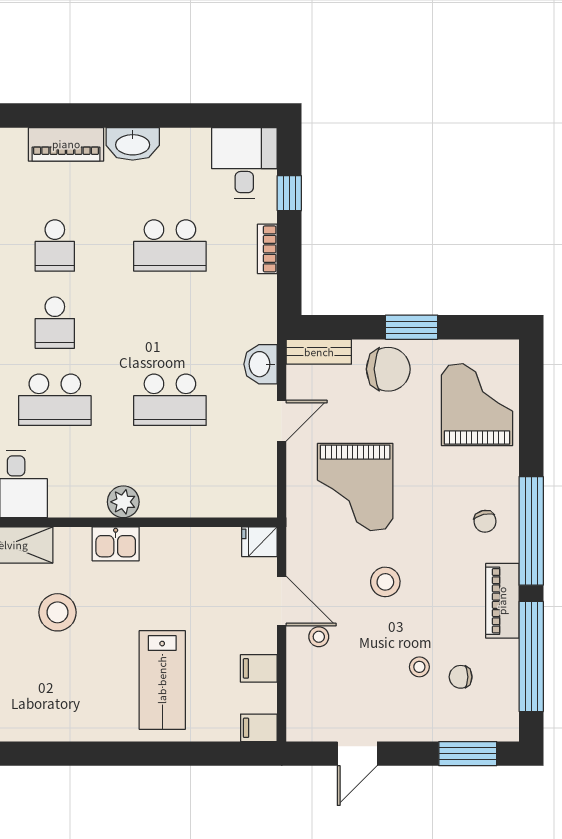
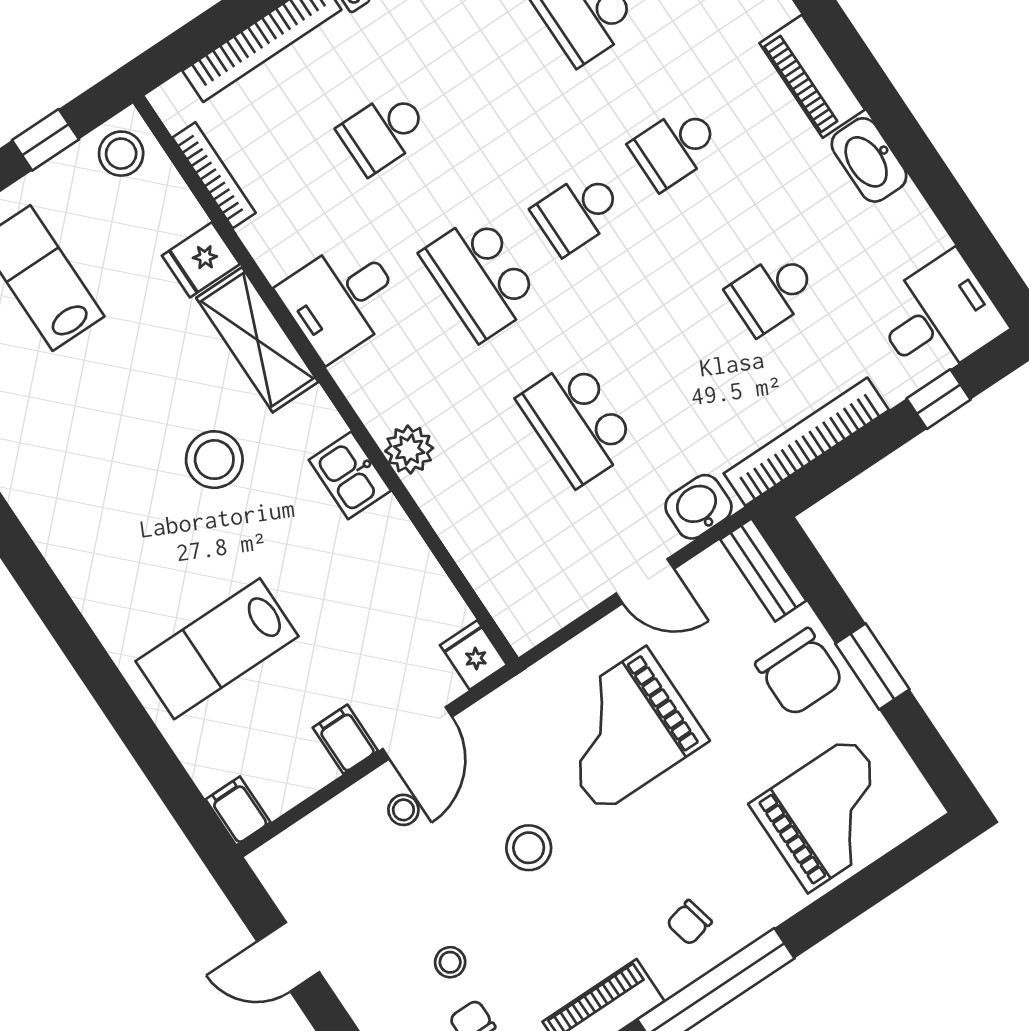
school desk: (170, 246) -> (772, 293), width x0.54
bookcase: (267, 249) -> (806, 442), width x2.31, depth x1.31
filing cabinet: (259, 668) -> (345, 739), moved

